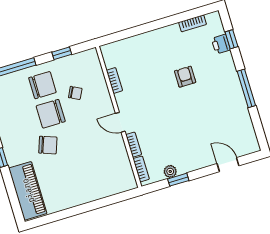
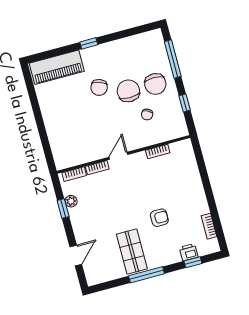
shop shelf: (222, 105) -> (132, 252), added

